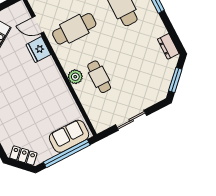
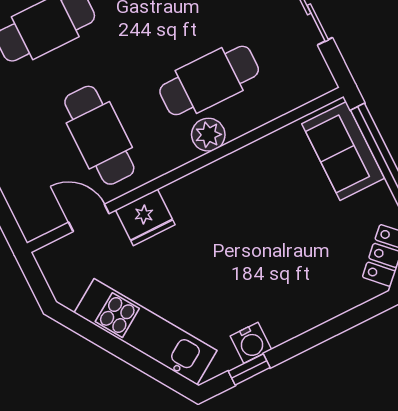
door: (38, 25) -> (89, 218), swing flipped
cafe table: (99, 77) -> (209, 80), width x1.37, depth x1.35

